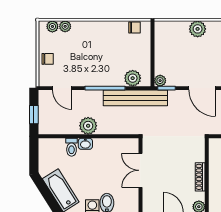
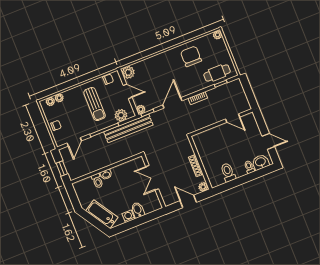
plant: (198, 29) -> (128, 72), moved
sun lounger: (106, 51) -> (95, 104), added
door: (153, 52) -> (128, 91), added
door: (62, 88) -> (74, 142), hinge flipped
door: (202, 88) -> (172, 103), swing flipped
plant: (88, 126) -> (103, 161), removed

